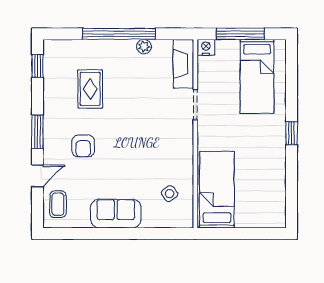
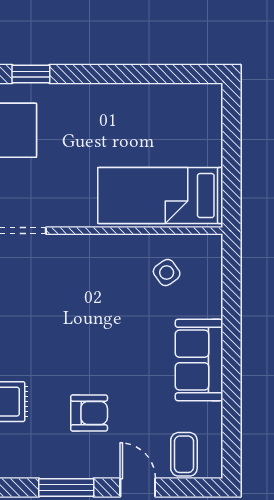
window: (292, 133) -> (31, 74), moved
coffee table: (58, 204) -> (184, 454), turned 90

